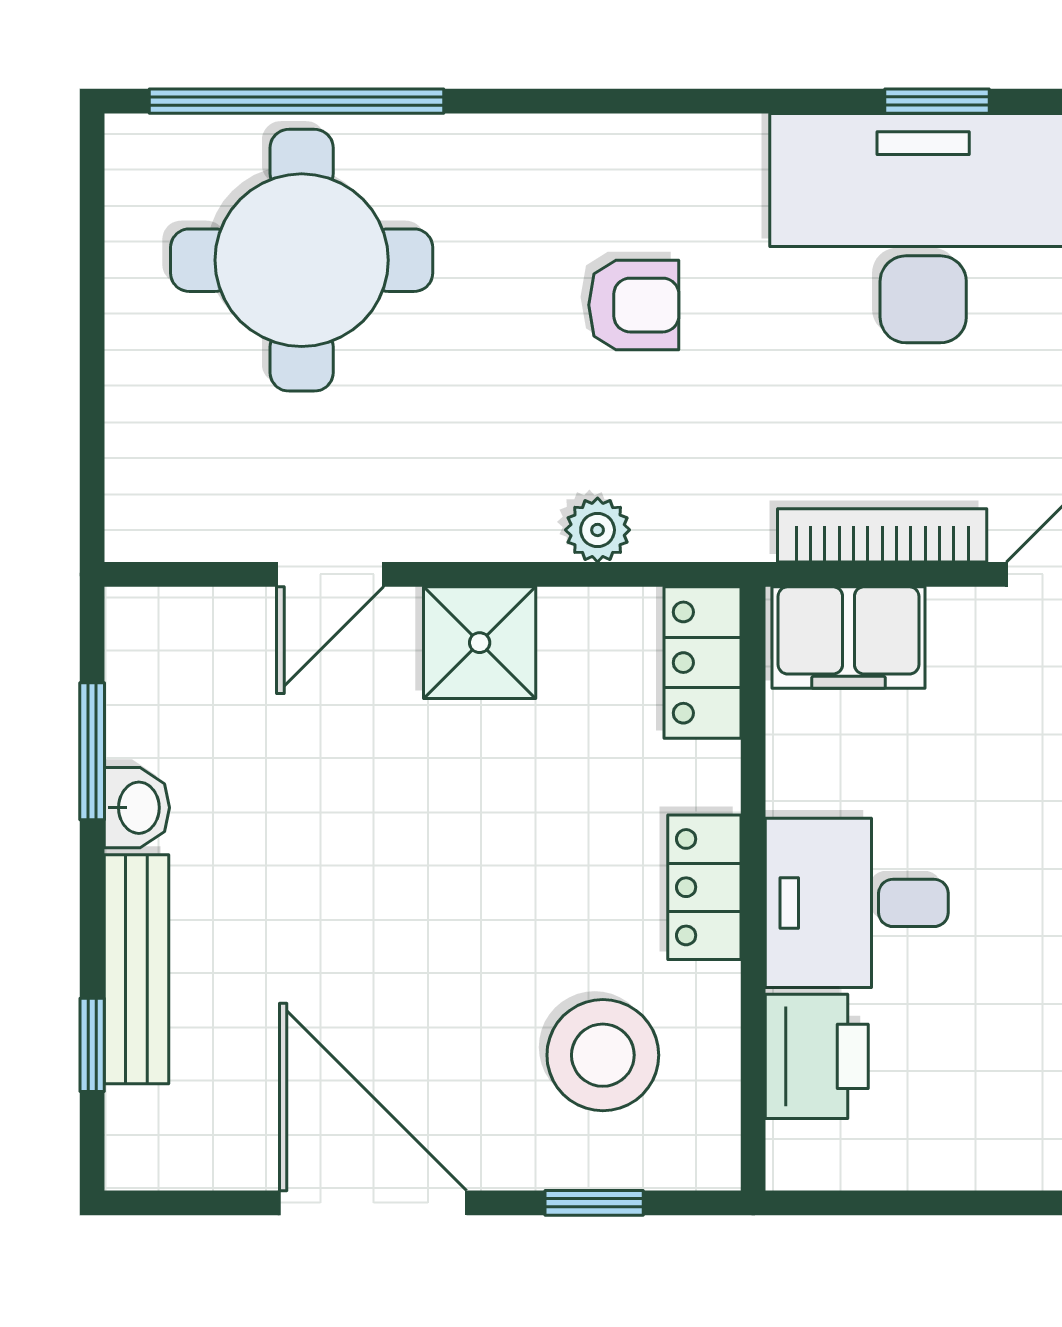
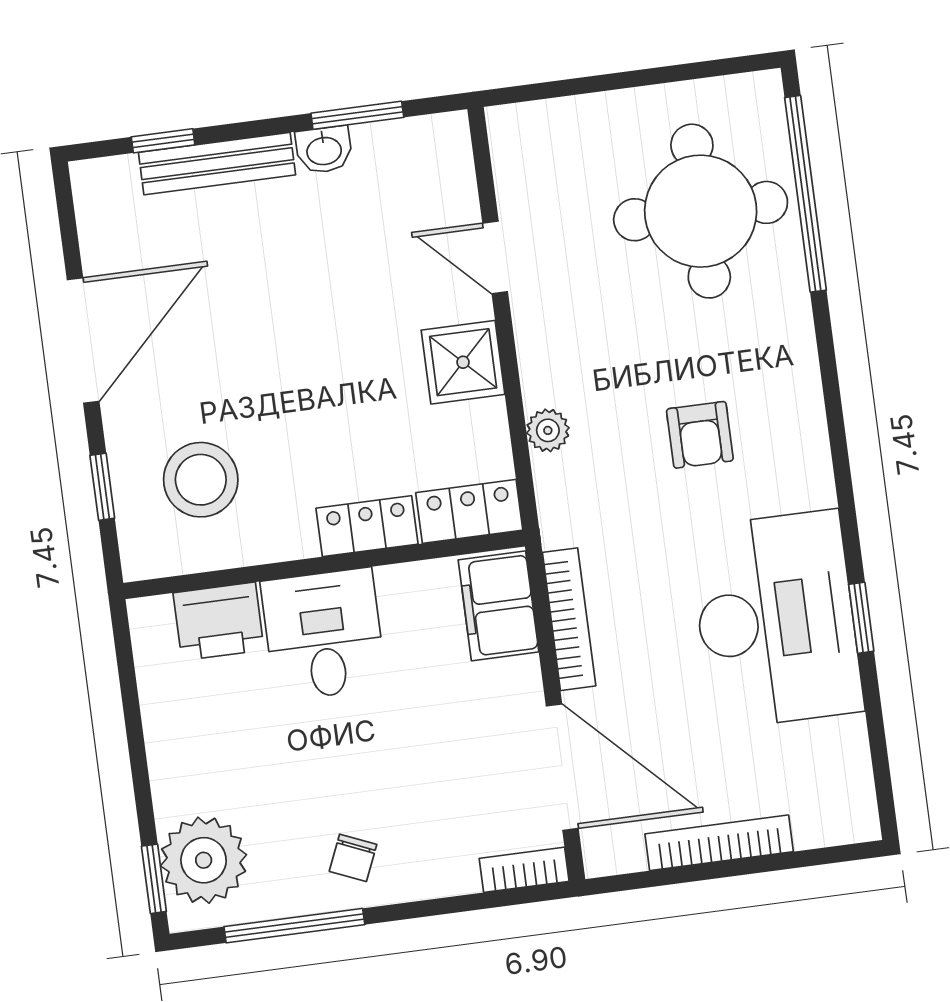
locker: (704, 887) -> (367, 526), moved

